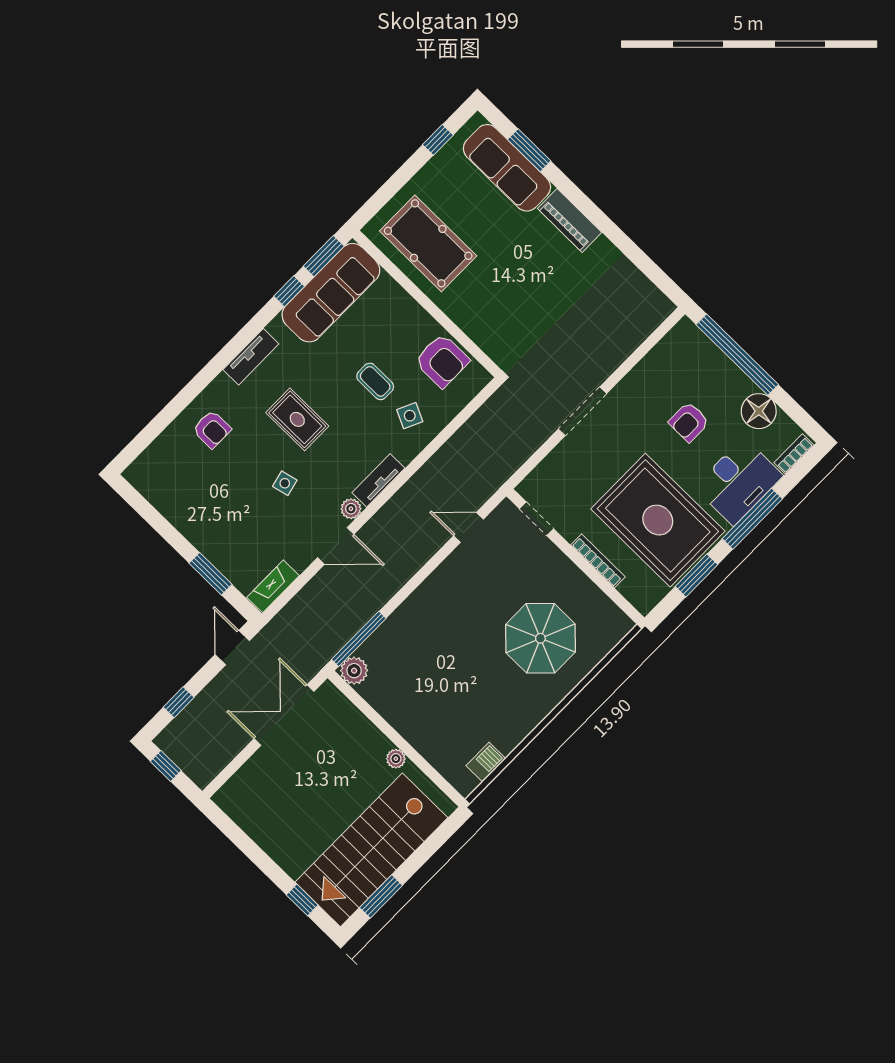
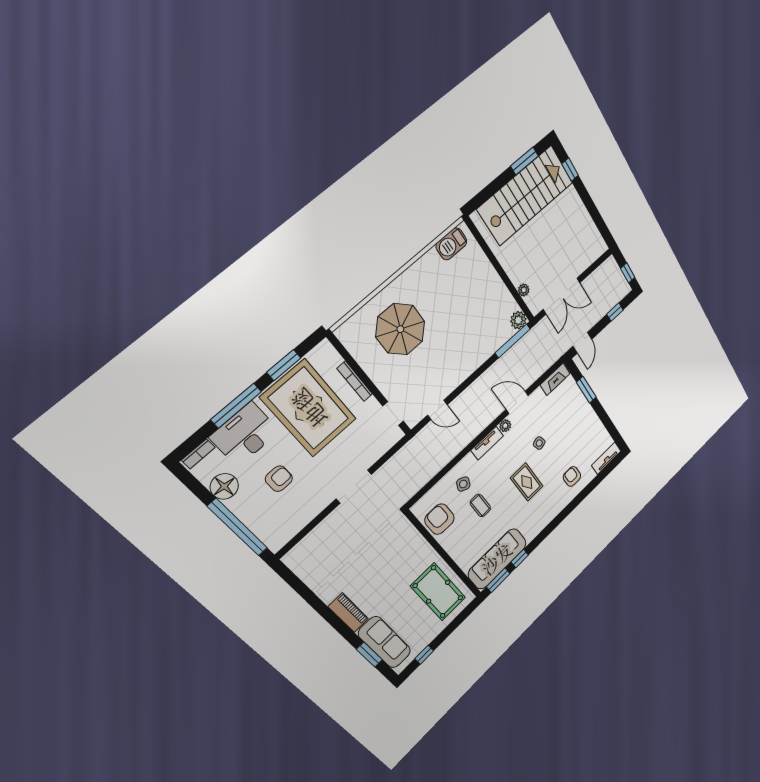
tv unit: (251, 357) -> (606, 458), moved
plant: (396, 759) -> (524, 290), moved
barbecue: (486, 762) -> (451, 244), width x1.38, depth x1.27

